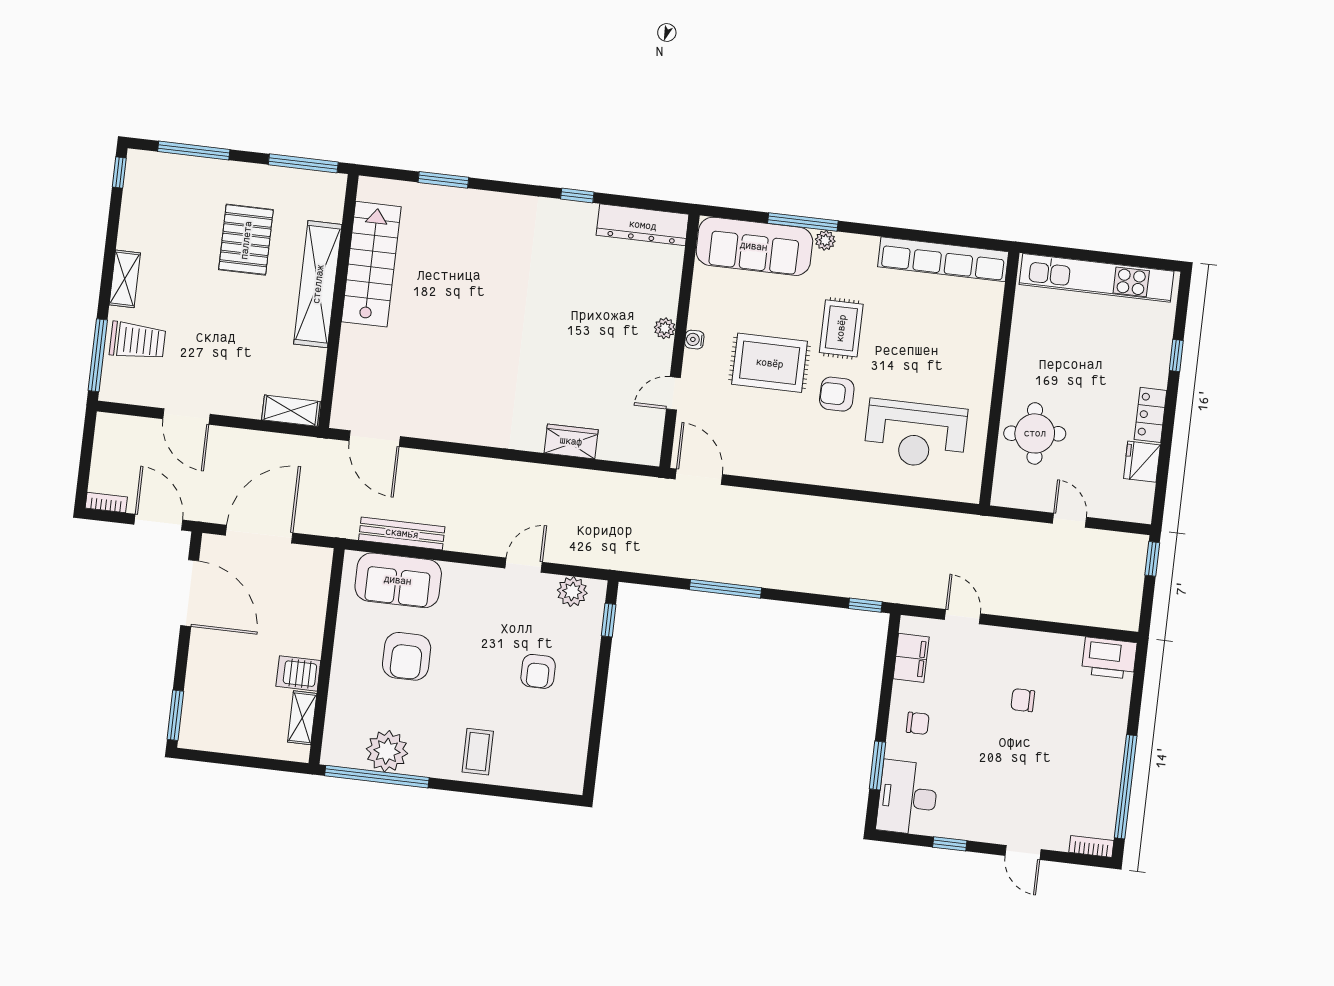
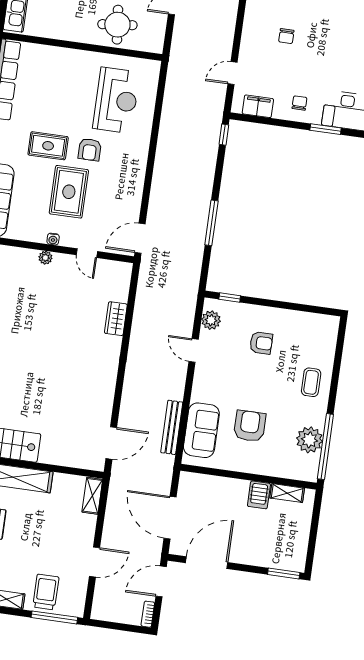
armchair: (407, 656) -> (250, 426), turned -90
coffee table: (478, 752) -> (311, 382), turned 90

